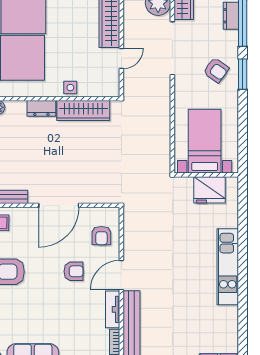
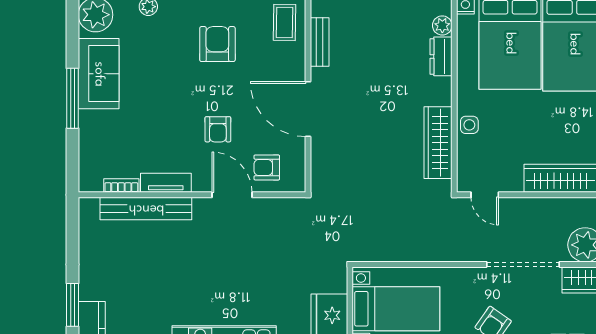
door: (121, 59) -> (485, 195), moved
dresser: (41, 108) -> (441, 56), moved
door: (121, 275) -> (232, 195), moved

